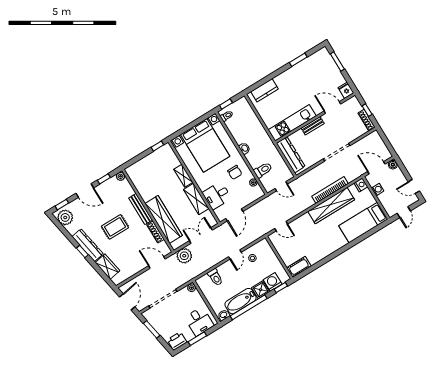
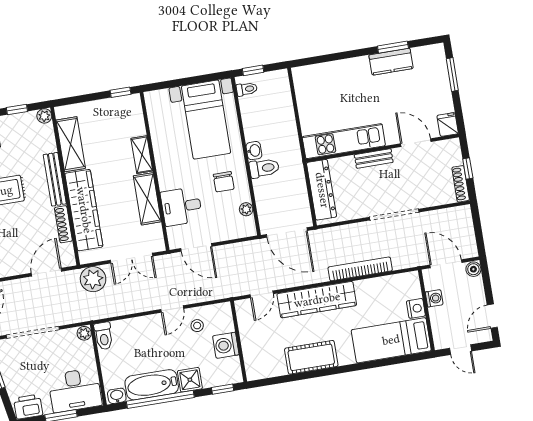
kitchen counter: (264, 90) -> (391, 62), moved
bed with nightstands: (205, 145) -> (206, 120), width x0.73
toilet: (263, 170) -> (264, 168), moved
nightstand: (361, 185) -> (416, 308), moved
shelving: (141, 186) -> (71, 144), added
door: (281, 186) -> (287, 232), width x1.88
door: (414, 186) -> (492, 316), hinge flipped
wardrobe: (331, 205) -> (317, 300), moved
door: (404, 212) -> (461, 350), hinge flipped
door: (234, 215) -> (196, 247), hinge flipped
door: (281, 226) -> (262, 294), hinge flipped
double door: (201, 235) -> (131, 258), swing flipped
door: (157, 262) -> (46, 272), hinge flipped
cot: (299, 267) -> (311, 357), moved, width x1.37, depth x1.34
toilet: (215, 277) -> (104, 336), moved
washing machine: (273, 282) -> (226, 345), moved, turned -90
desk: (199, 321) -> (75, 390), width x1.37

